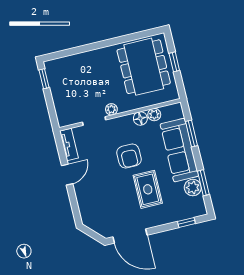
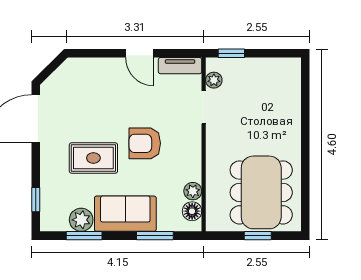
dining table: (144, 67) -> (261, 192), turned 90
window: (44, 79) -> (231, 53), moved
plant: (111, 109) -> (214, 80), moved
floor lamp: (140, 118) -> (192, 211), moved
sofa: (179, 150) -> (125, 214), width x0.73

